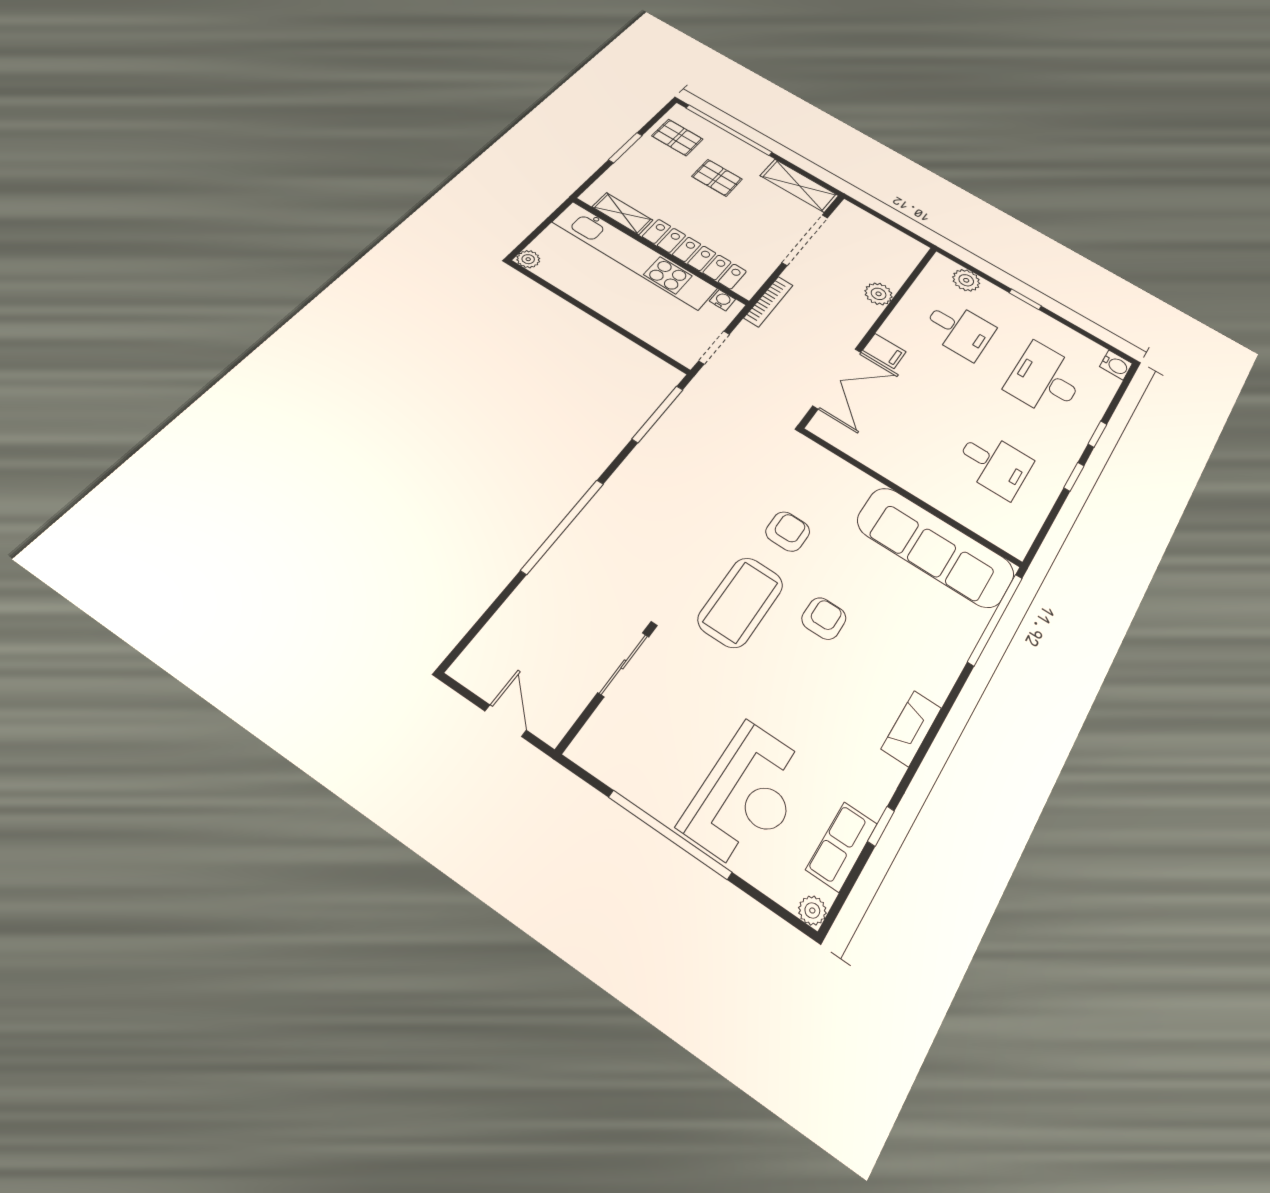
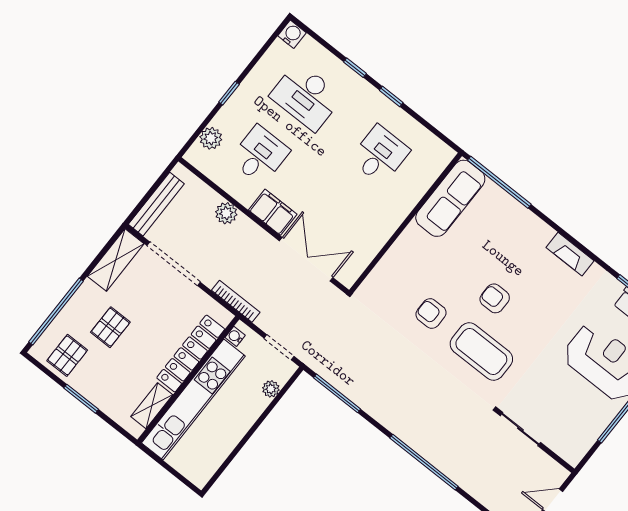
bench: (874, 226) -> (156, 204), added
plant: (528, 259) -> (271, 389), moved
filing cabinet: (884, 351) -> (273, 212), width x2.00
sofa: (935, 547) -> (450, 198), width x0.74, depth x0.79

